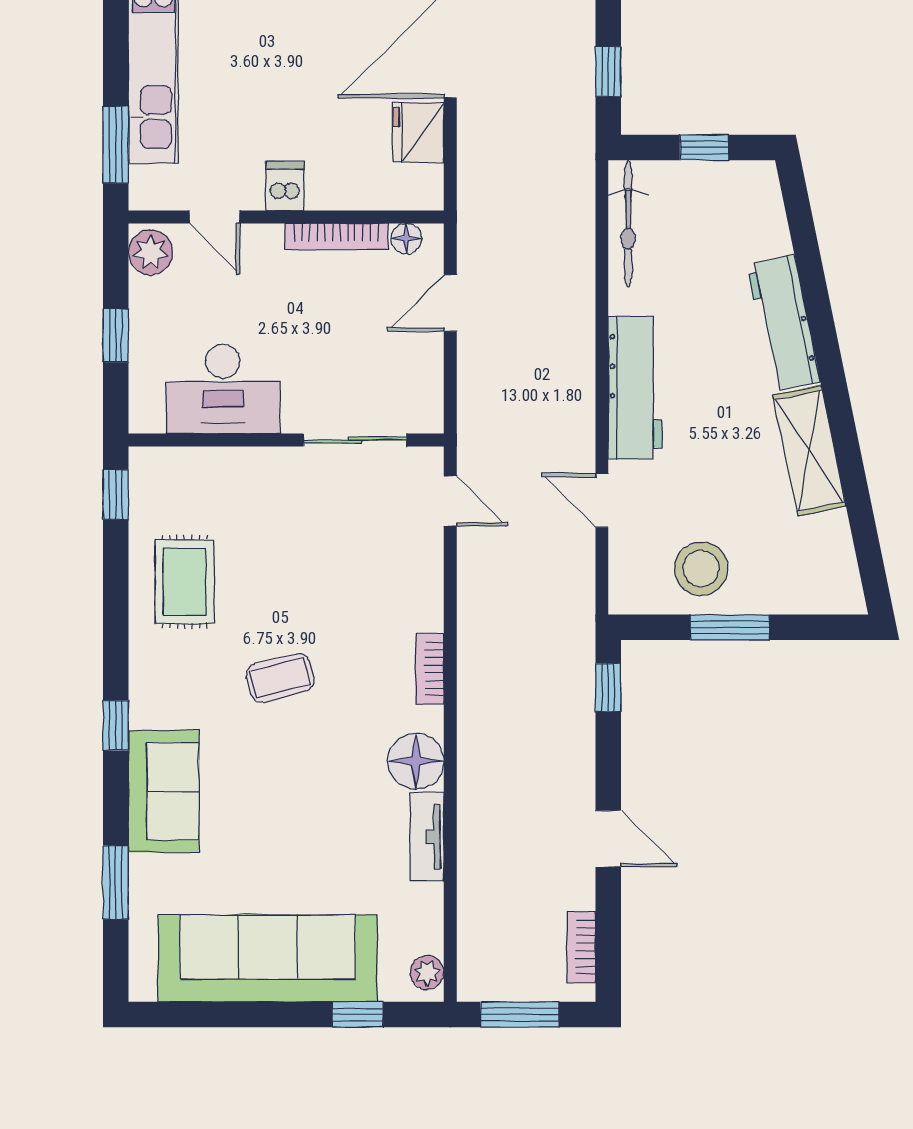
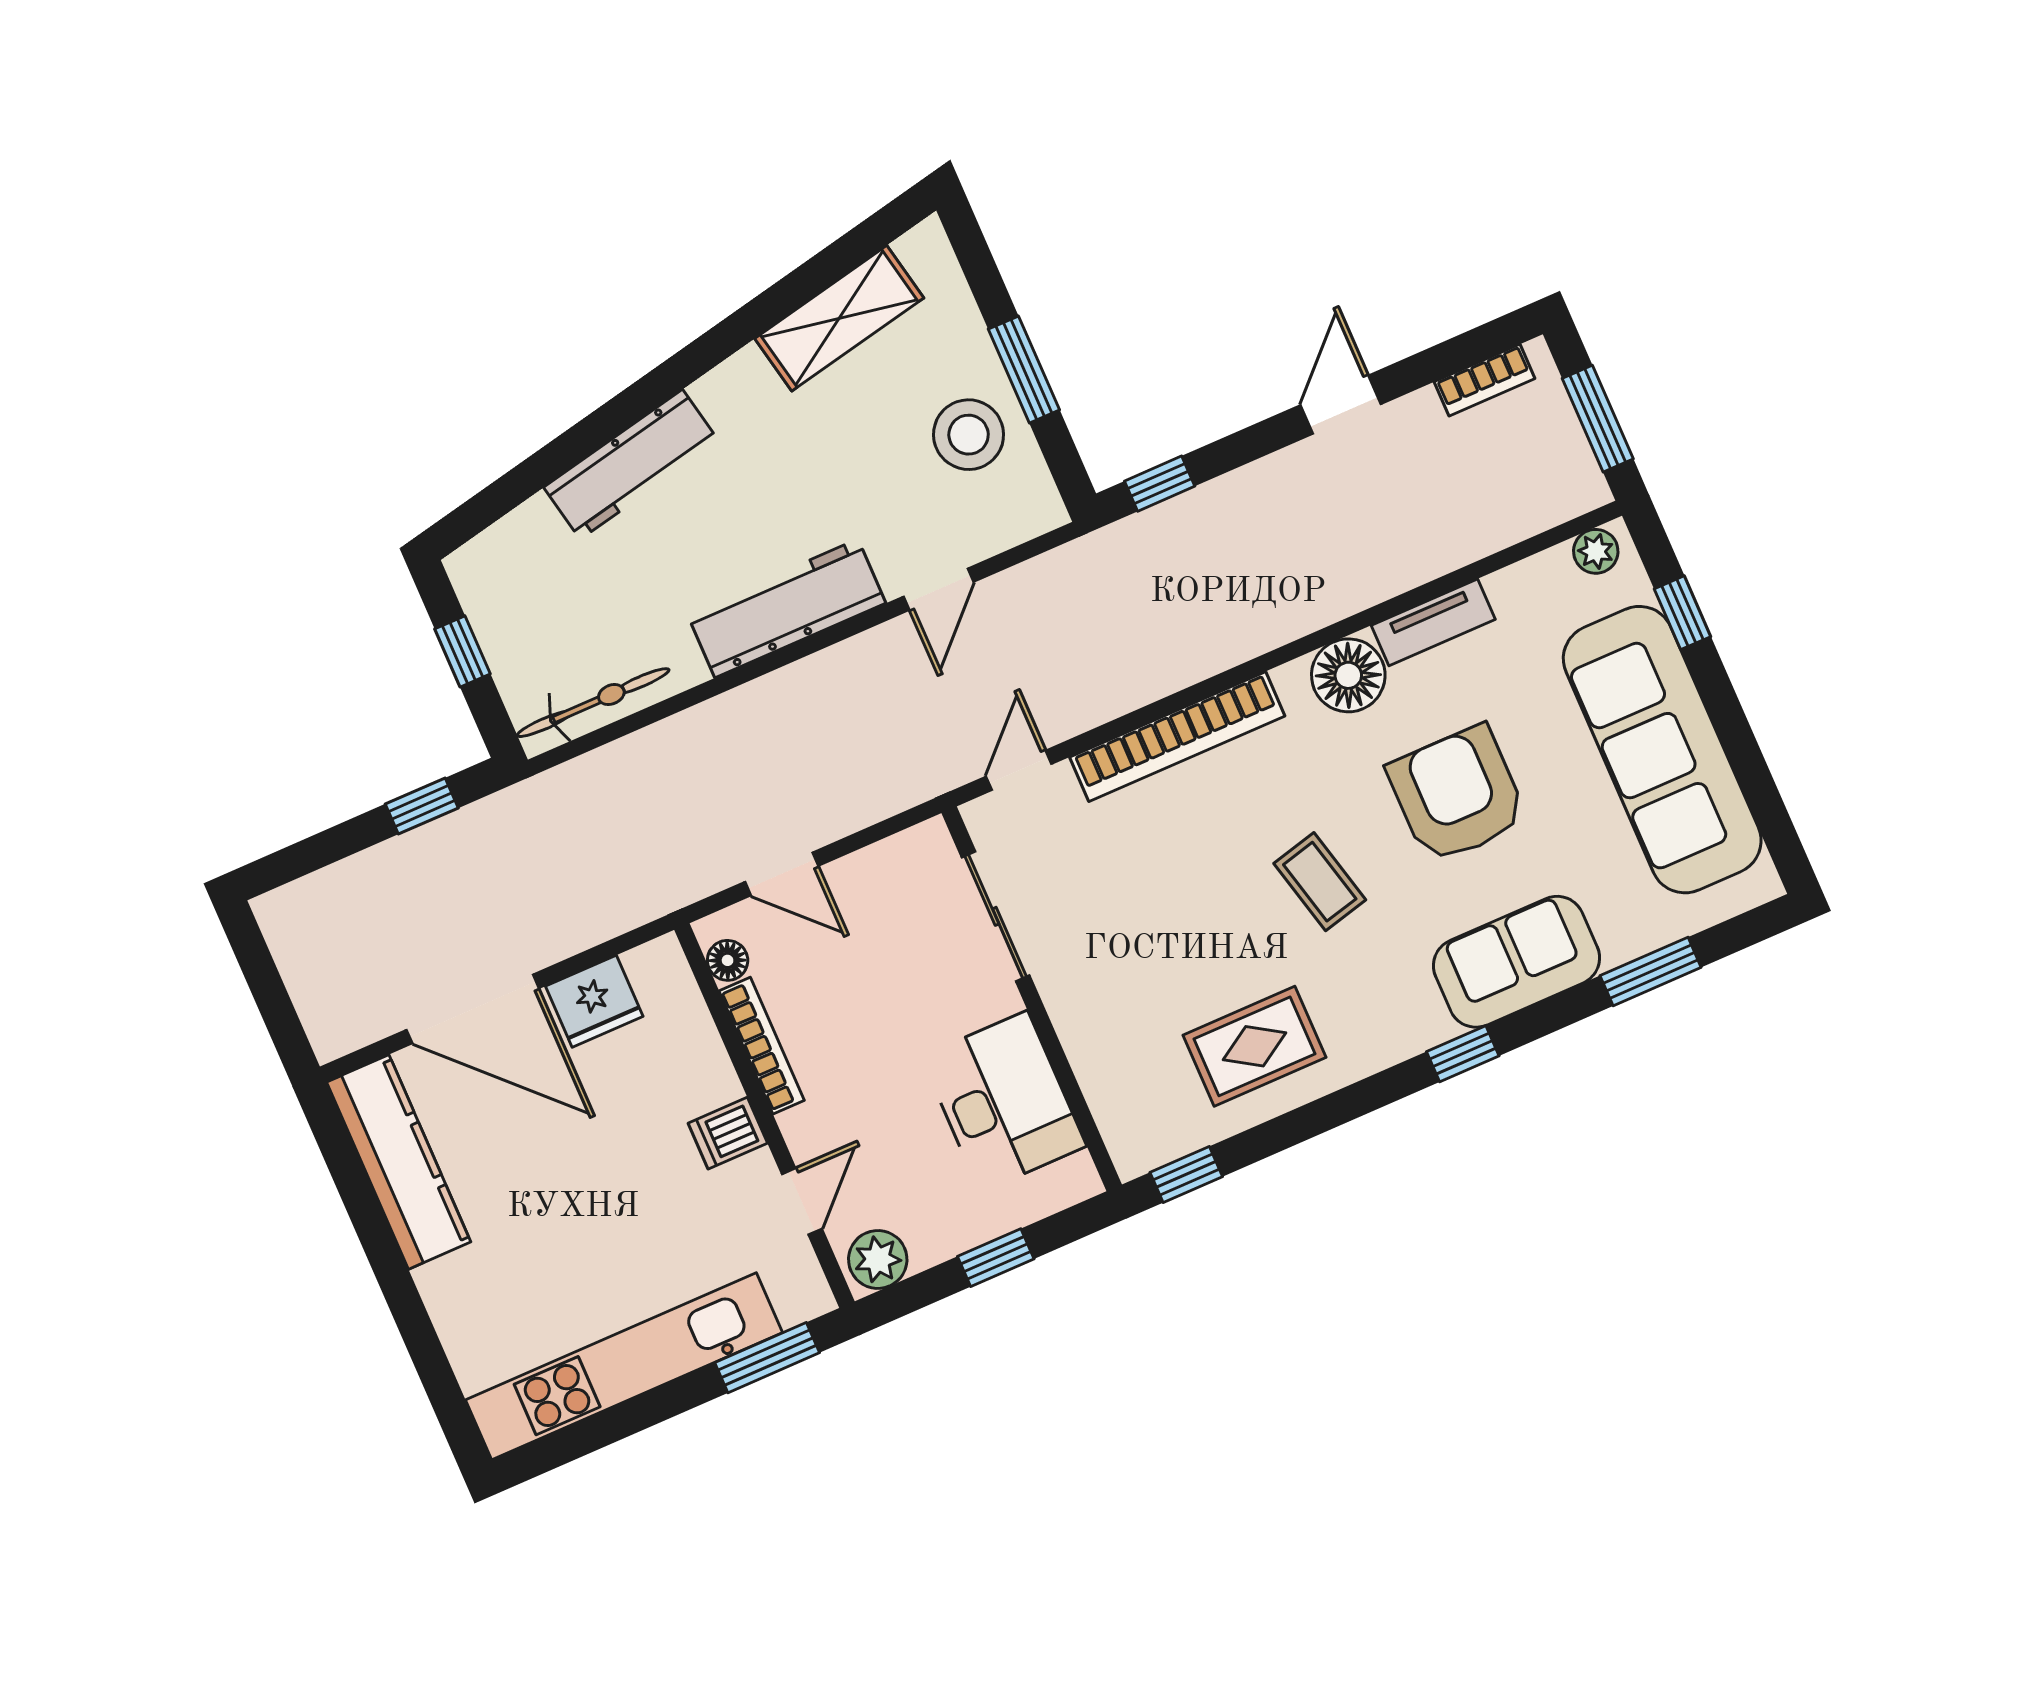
shelving: (809, 451) -> (839, 318), moved
bookcase: (430, 669) -> (1177, 737), width x2.31, depth x1.31
armchair: (299, 801) -> (1457, 794), added

